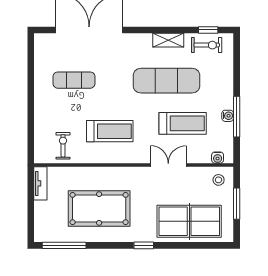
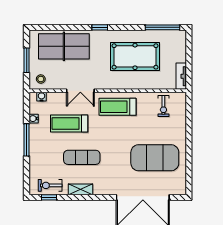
exercise mat: (74, 80) -> (155, 158), width x2.00, depth x1.45
exercise mat: (166, 81) -> (82, 157), width x0.73, depth x0.69
water cooler: (228, 116) -> (34, 119), moved
window: (237, 117) -> (27, 140), moved
treadmill: (110, 131) -> (117, 107), moved

